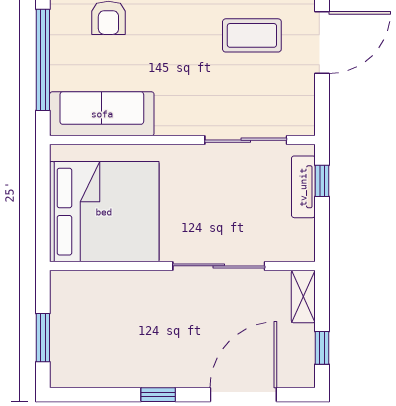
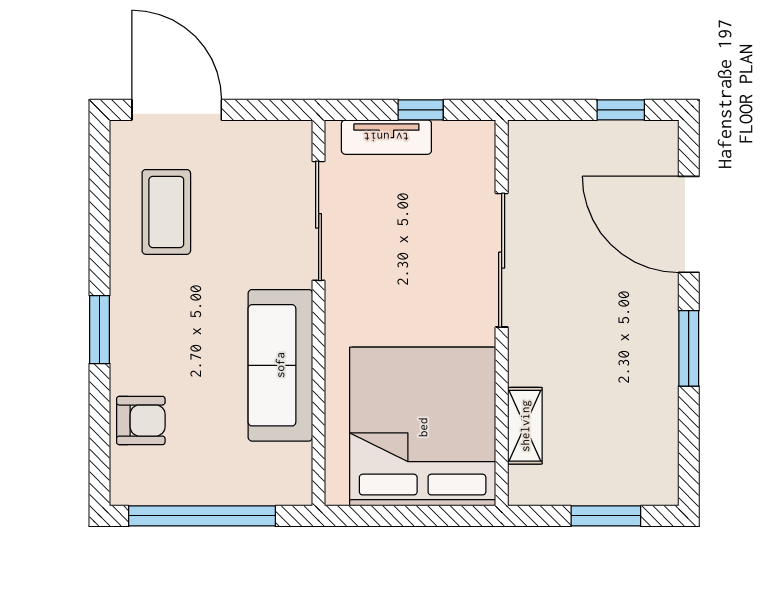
sofa: (102, 114) -> (280, 365), moved
window: (322, 181) -> (421, 110), moved
shelving: (303, 297) -> (525, 426), moved, turned 90
window: (158, 395) -> (689, 348), width x1.50

